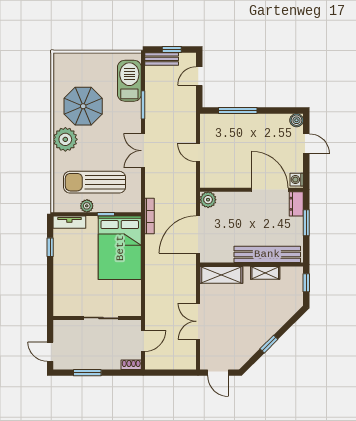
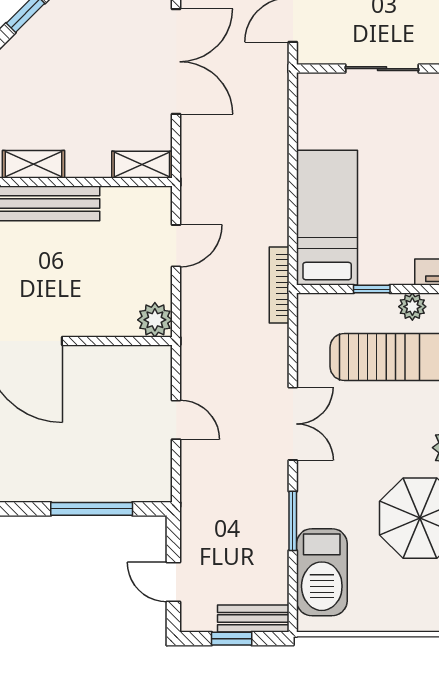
door: (199, 76) -> (173, 582), swing flipped
door: (198, 234) -> (176, 246), width x0.53
bed: (120, 248) -> (327, 218), width x0.67
shelving: (221, 275) -> (142, 165), width x0.67, depth x0.75
double door: (198, 321) -> (176, 62), width x1.37

